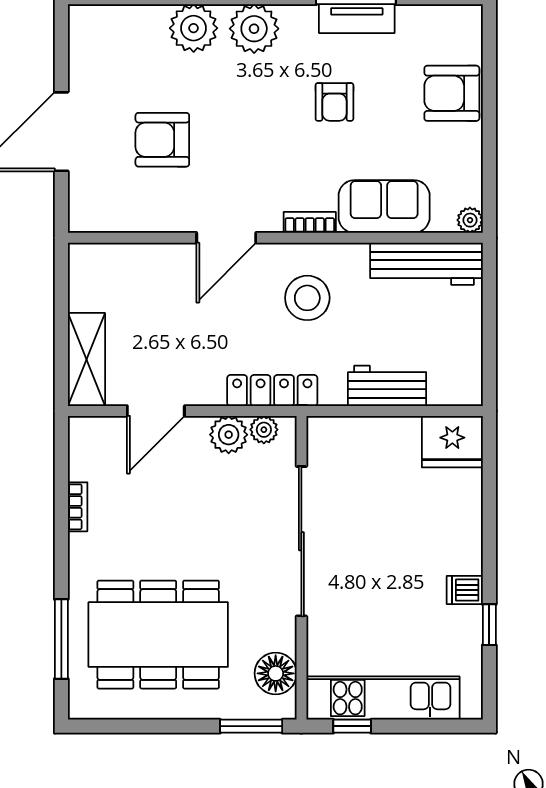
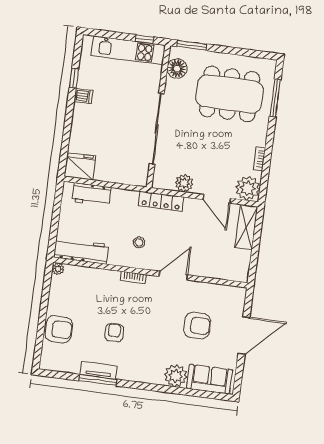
plant: (254, 29) -> (147, 372), removed
sofa: (384, 206) -> (210, 379), moved, turned 180
stool: (307, 298) -> (139, 242), width x0.53, depth x0.53
workbench: (387, 386) -> (92, 194), moved
door: (156, 411) -> (217, 199), swing flipped
plant: (264, 430) -> (248, 188), moved, width x1.88, depth x1.88

